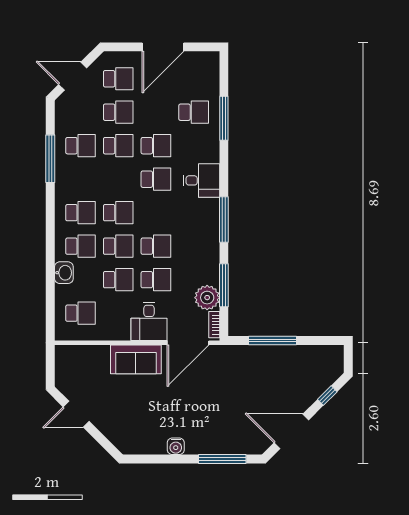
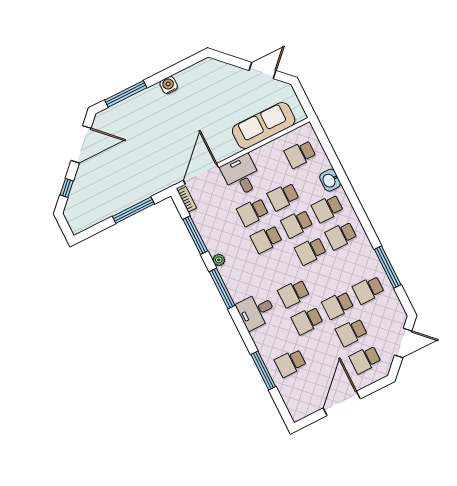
plant: (207, 298) -> (219, 260), moved, width x0.53, depth x0.53
sofa: (136, 359) -> (264, 126), moved, width x1.36

